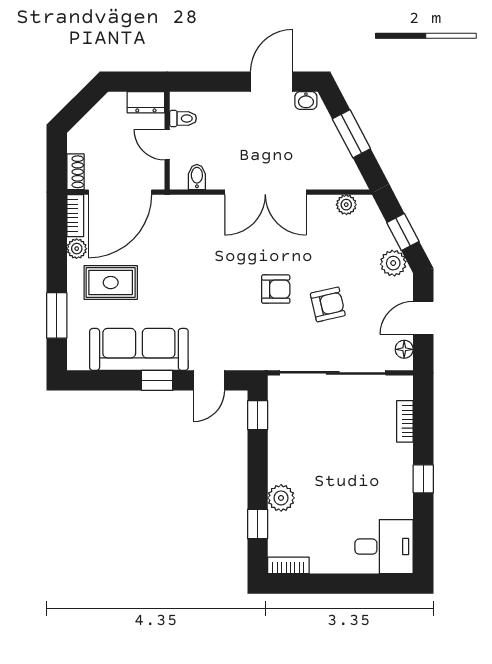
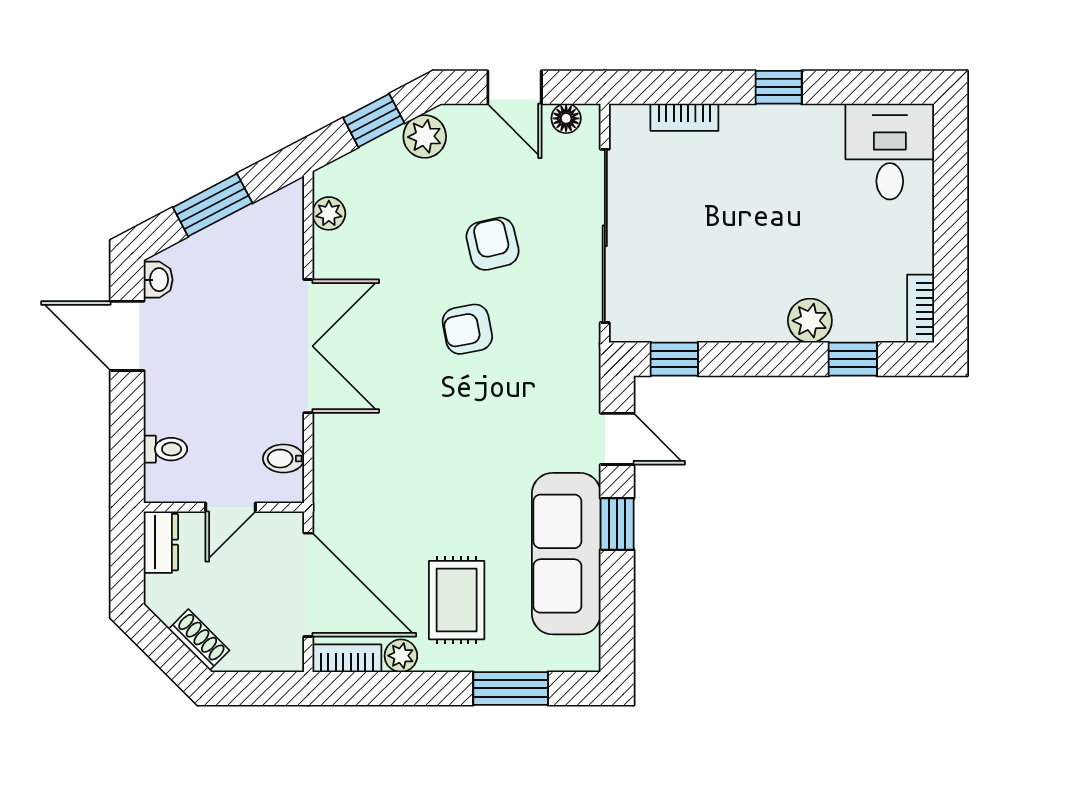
toilet: (183, 118) -> (165, 449), moved, turned 90
shoe rack: (75, 172) -> (199, 640), moved, turned 45
armchair: (276, 289) -> (467, 329), turned -101

